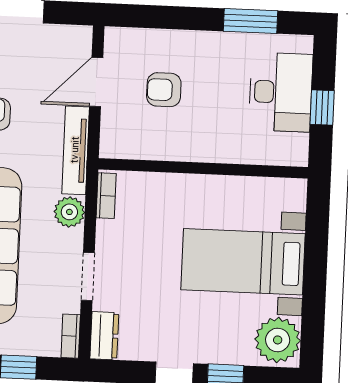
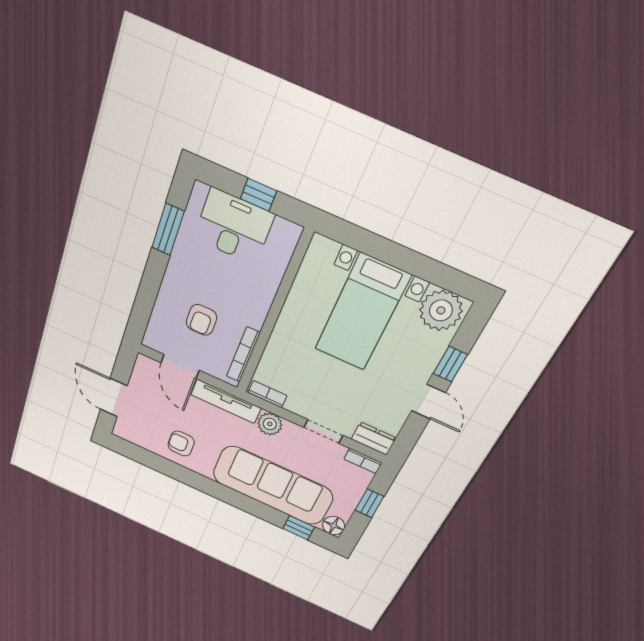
bookcase: (142, 151) -> (243, 355), added

